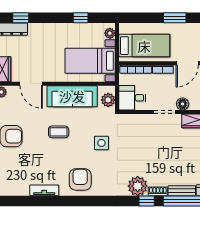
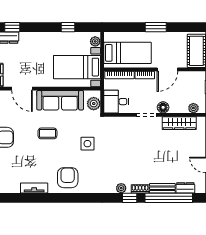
plant: (138, 186) -> (121, 188), width x0.53, depth x0.53

